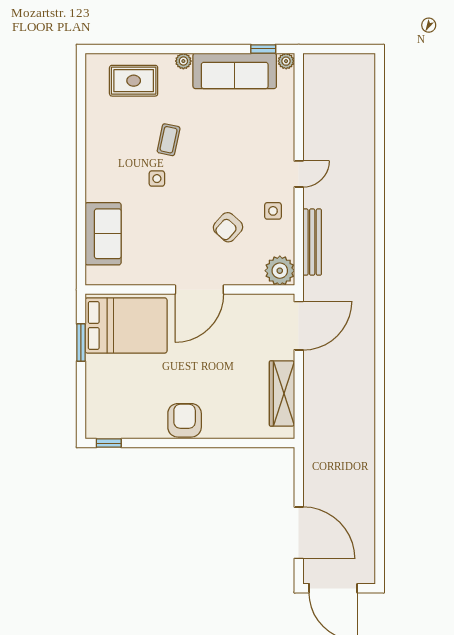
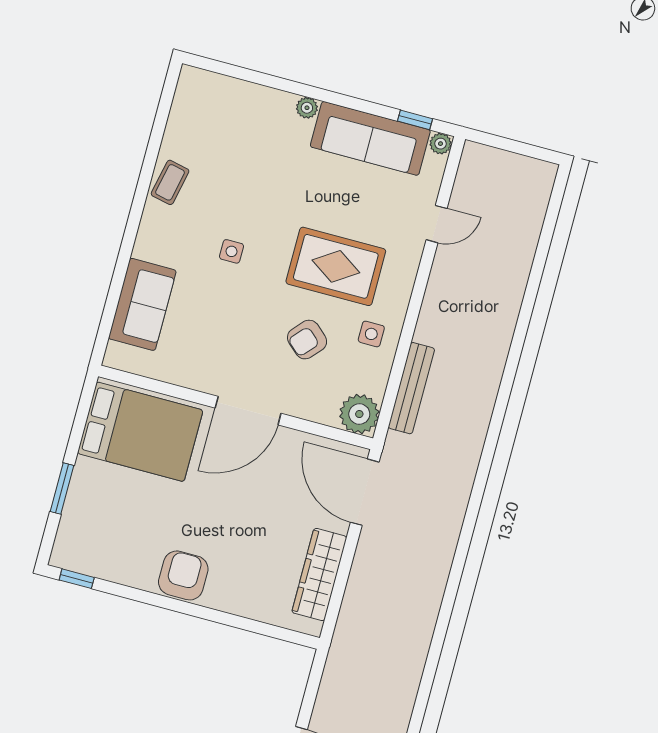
rug: (134, 81) -> (336, 266), moved, width x1.36, depth x1.43
coffee table: (169, 140) -> (170, 182), moved
door: (299, 174) -> (437, 224), moved
door: (299, 326) -> (365, 492), swing flipped
window: (81, 342) -> (62, 489), moved

